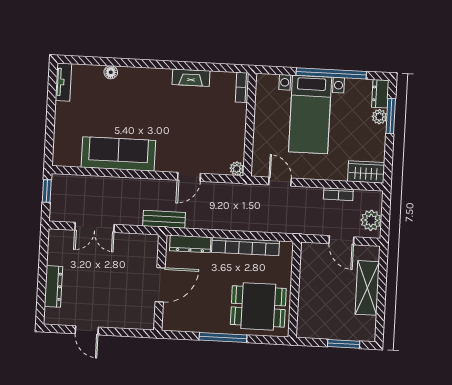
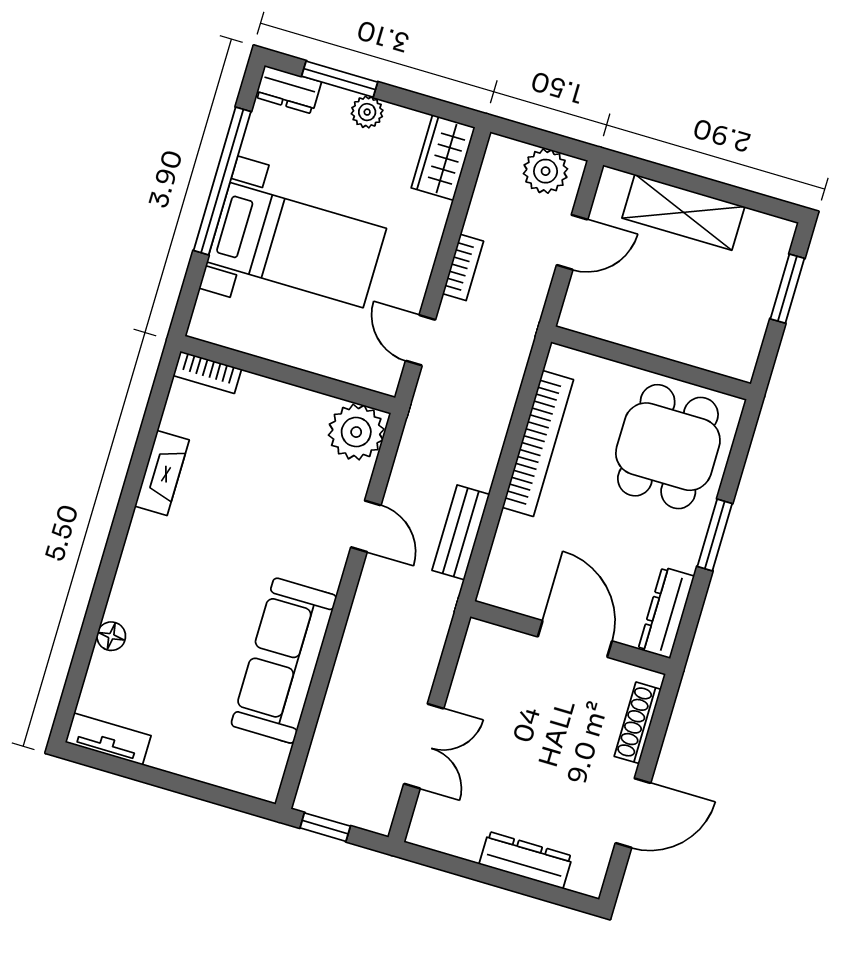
plant: (379, 117) -> (367, 112), moved
plant: (237, 169) -> (356, 432), width x1.88, depth x1.88
door: (280, 182) -> (421, 340), hinge flipped
bookcase: (338, 194) -> (463, 267), moved
bench: (164, 219) -> (461, 532), moved
dresser: (190, 244) -> (666, 613), moved, turned 180
shoe rack: (129, 323) -> (638, 723), added
door: (87, 330) -> (633, 813), width x1.37
window: (223, 338) -> (715, 535), width x0.69

